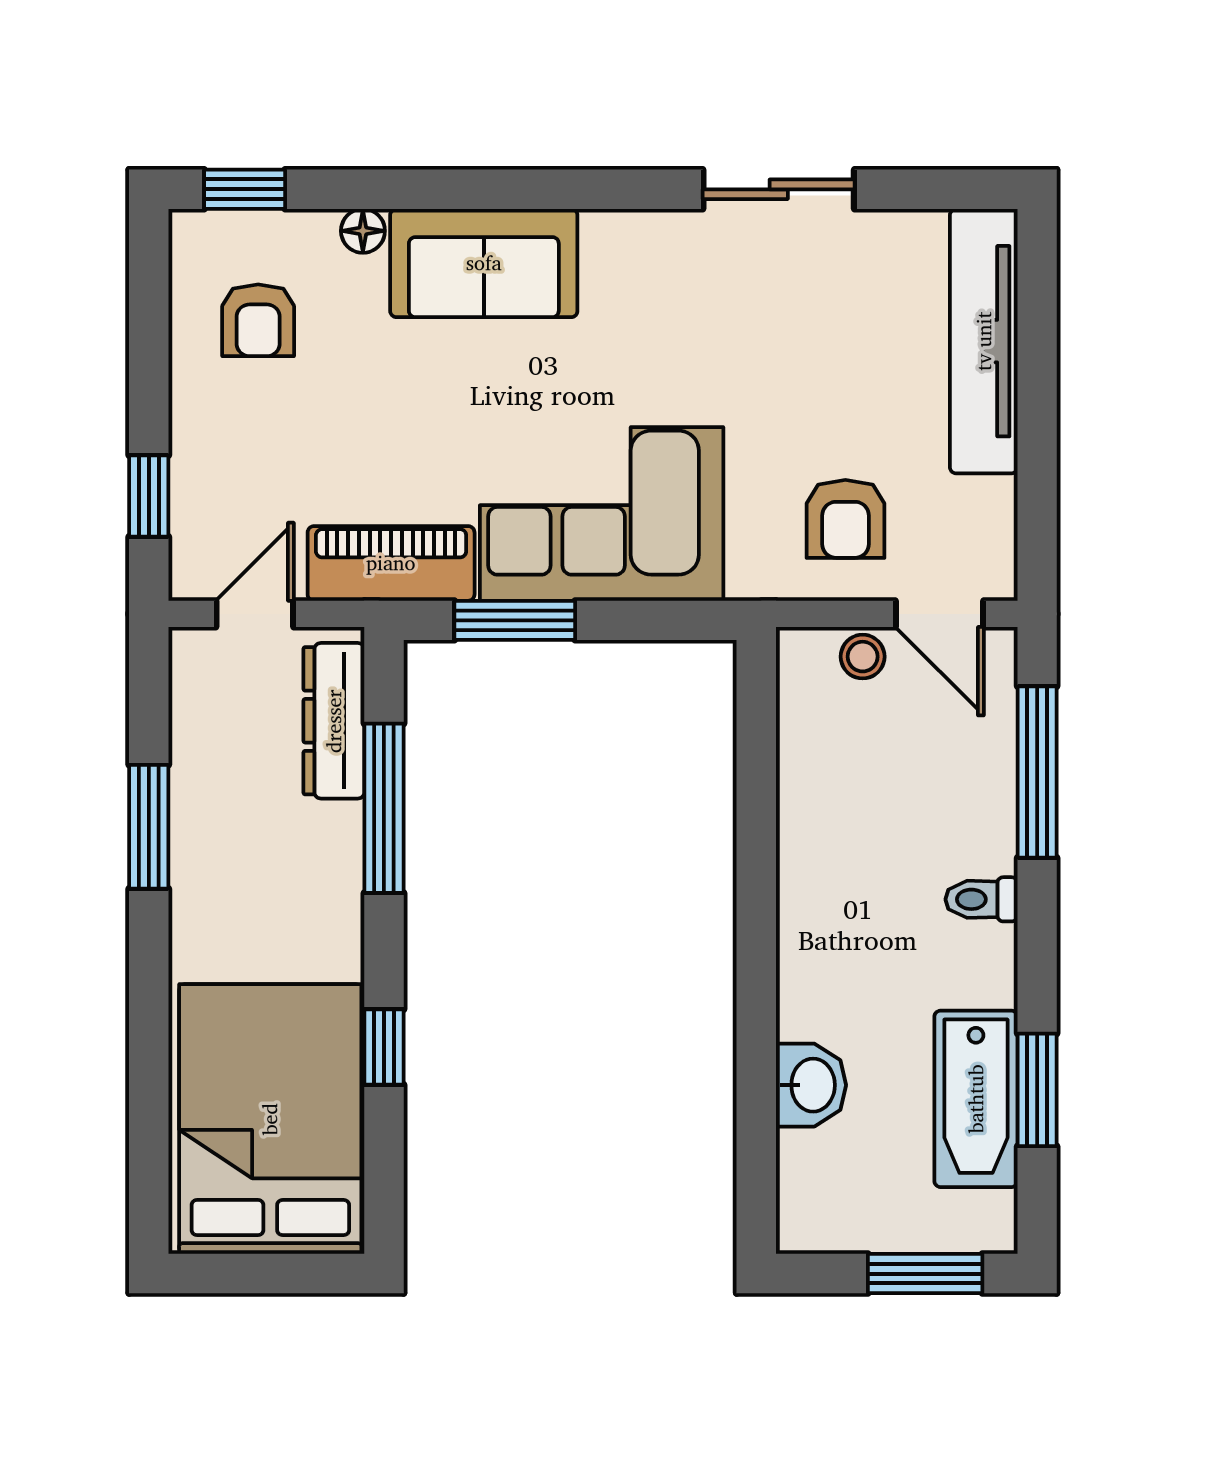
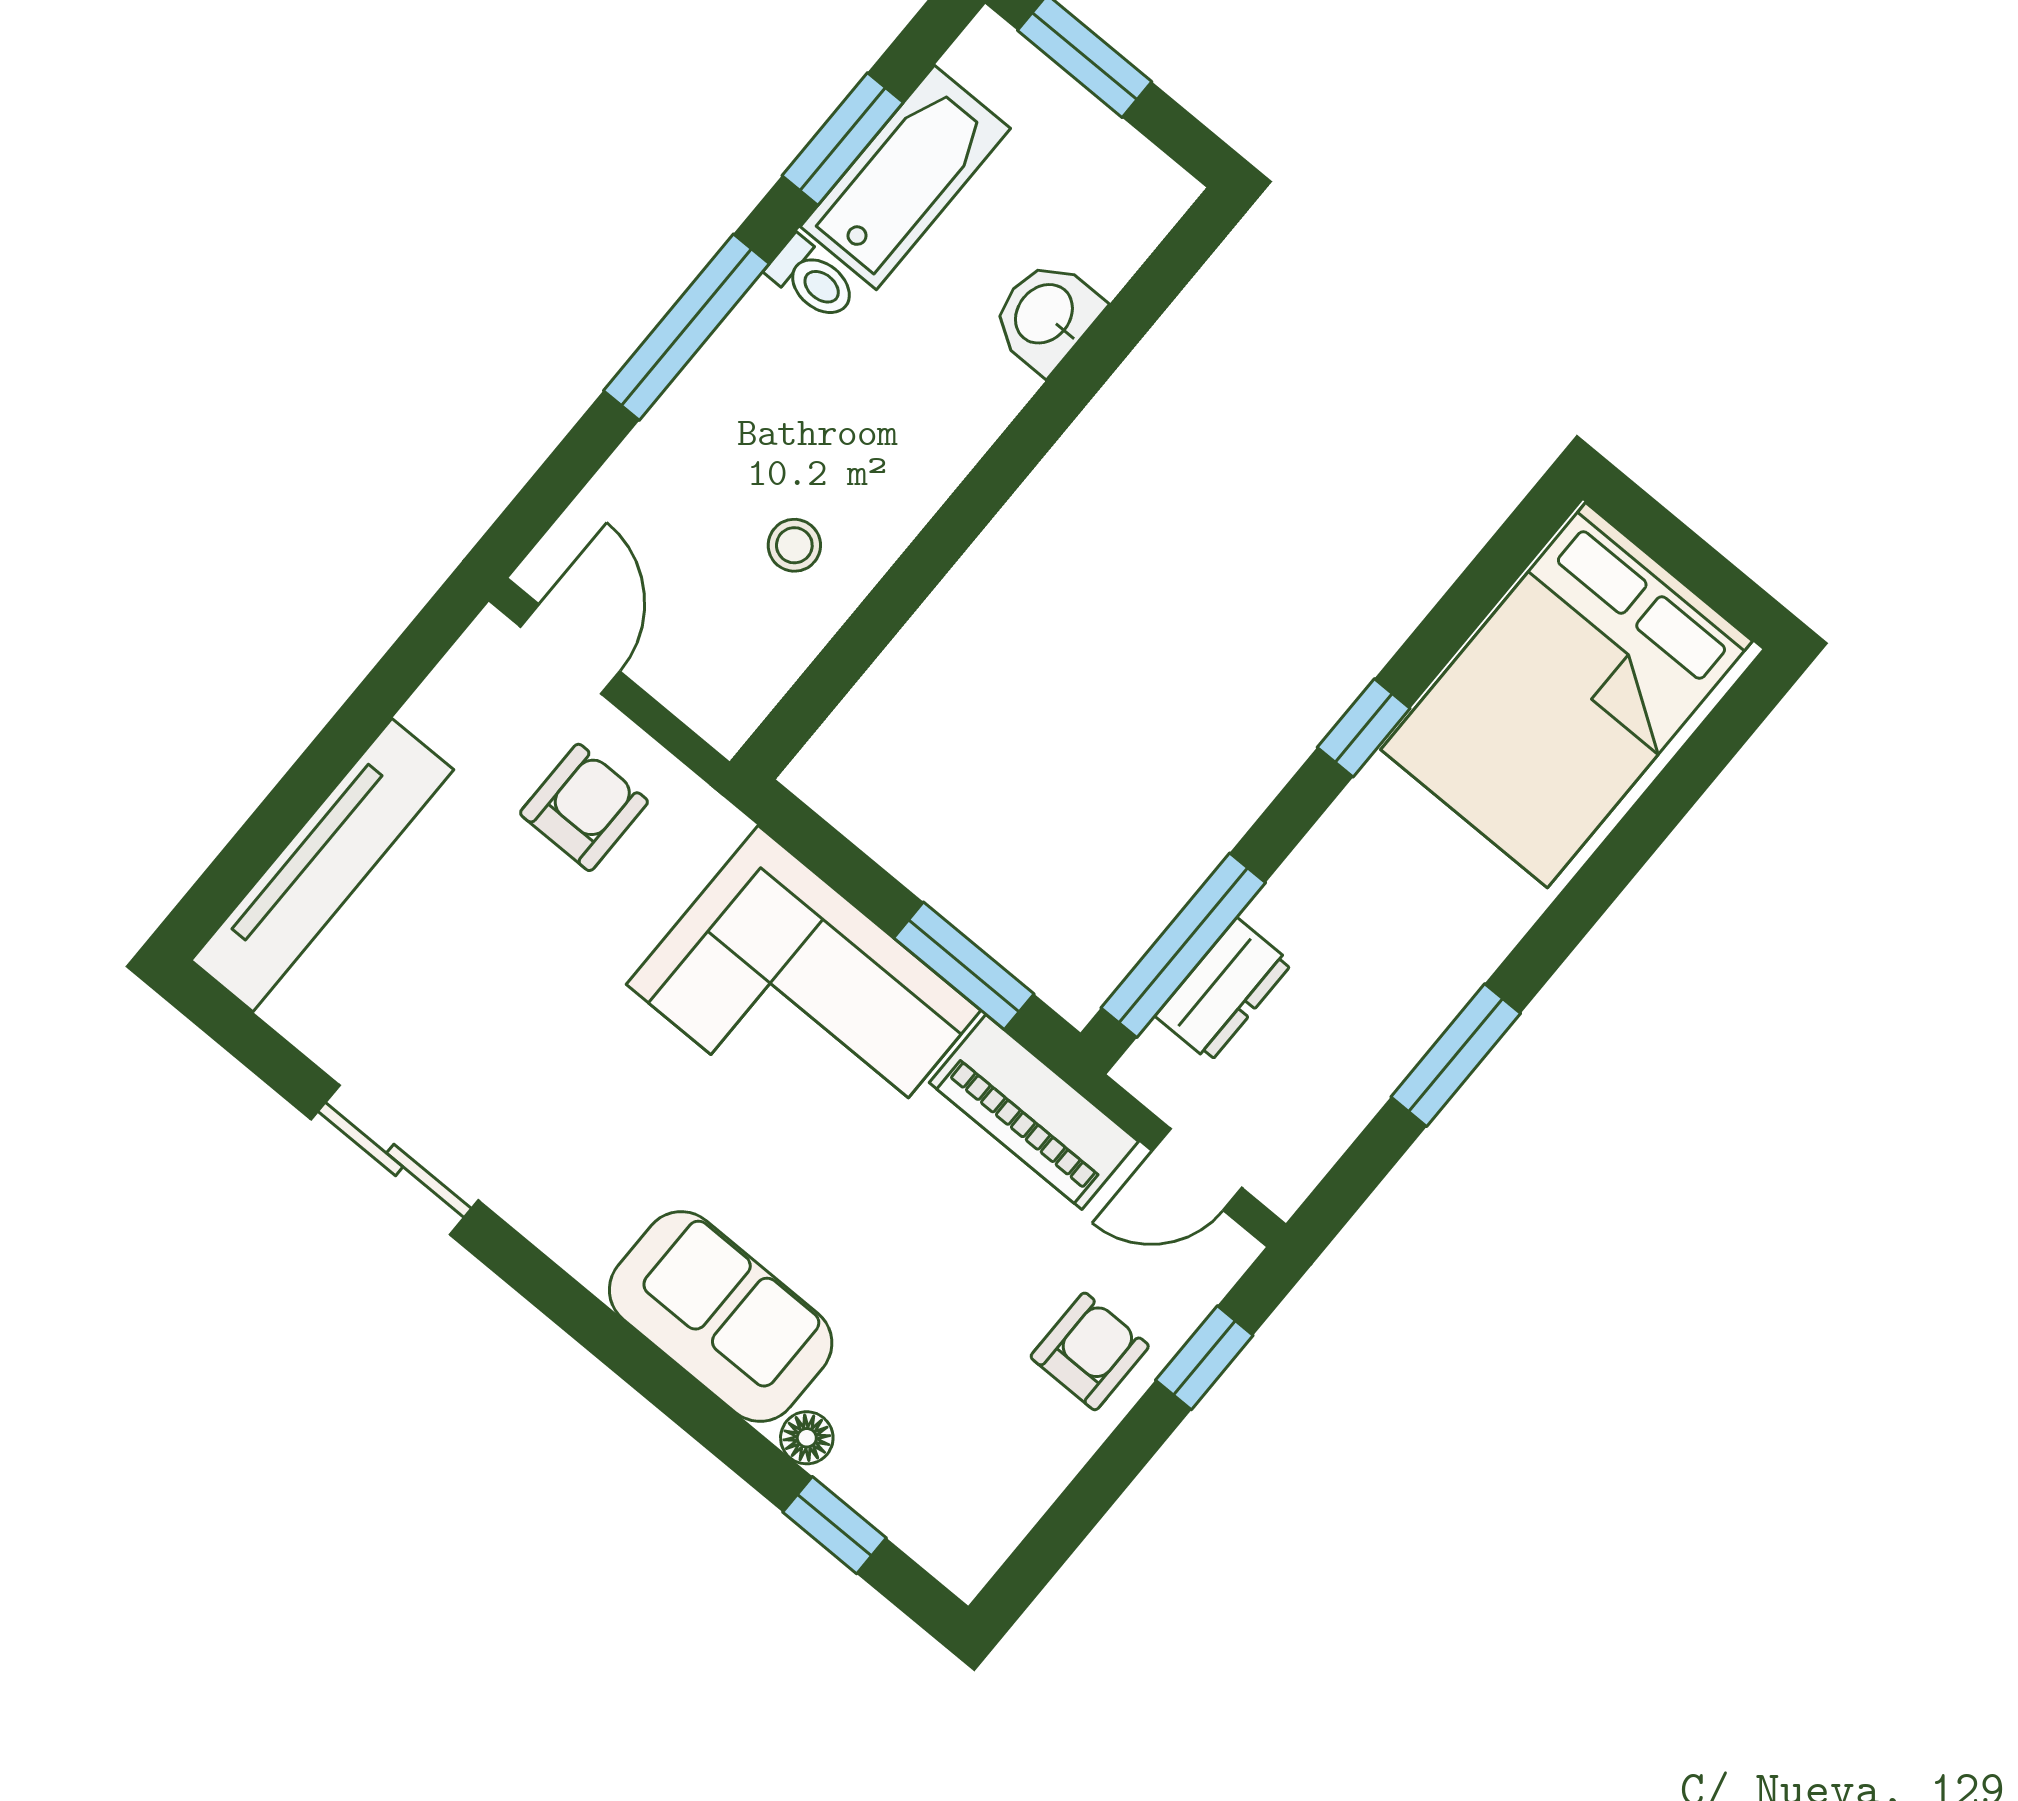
window: (245, 189) -> (835, 1525), moved
armchair: (258, 320) -> (1090, 1351), moved
stool: (863, 657) -> (794, 545), moved
dresser: (334, 721) -> (1224, 990), width x0.70
window: (1037, 772) -> (686, 327), moved
window: (384, 808) -> (1183, 945), moved
toilet: (981, 899) -> (812, 279), moved
window: (384, 1047) -> (1364, 728), moved

